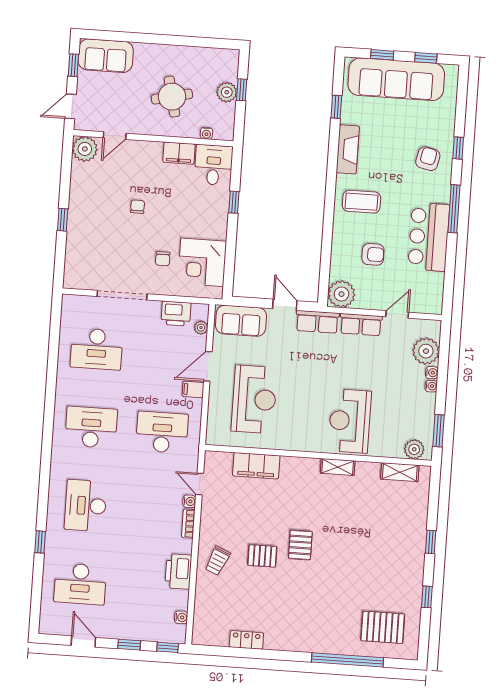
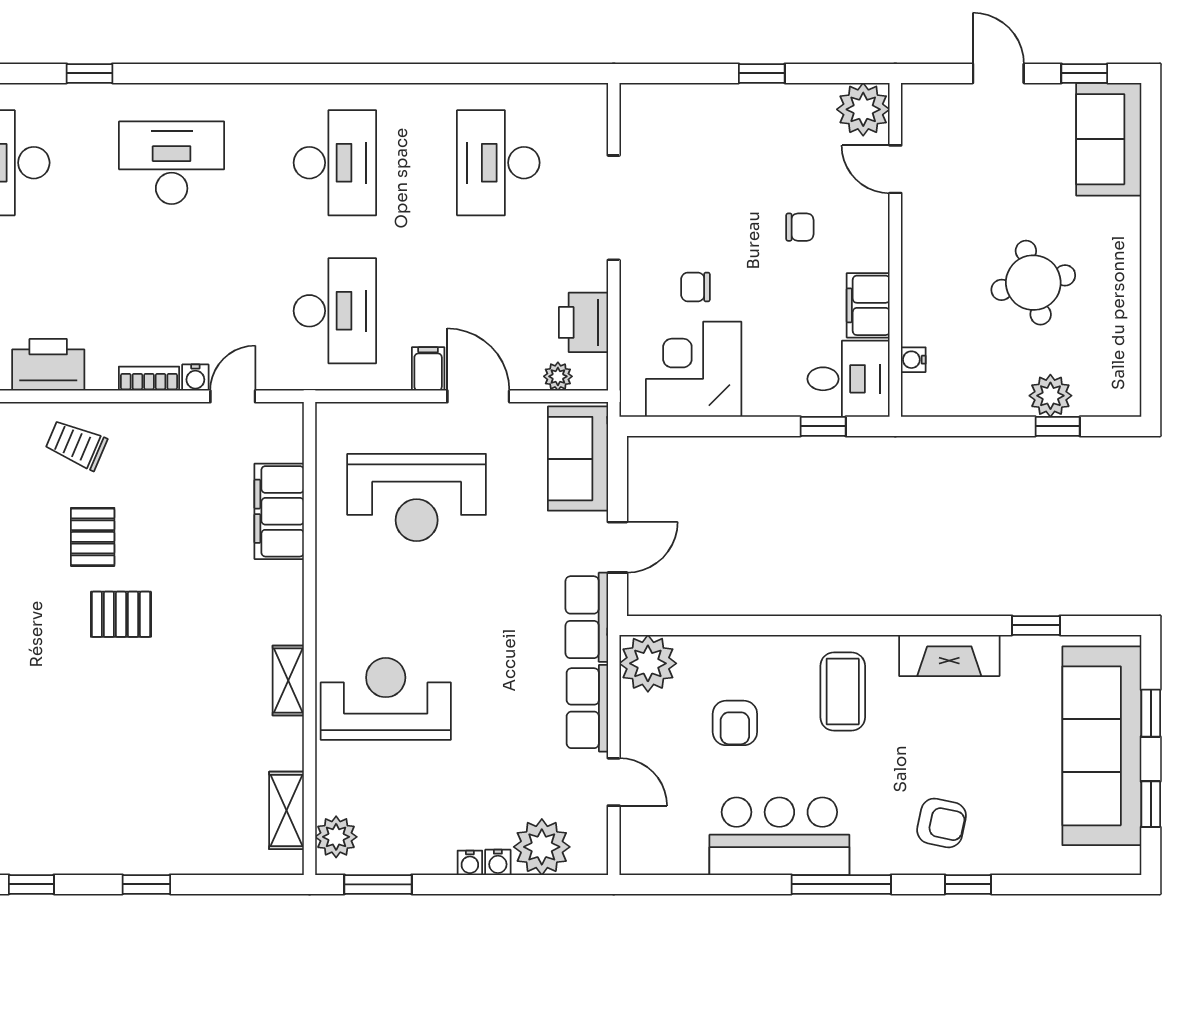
water cooler: (206, 133) -> (913, 360), moved
door: (115, 136) -> (895, 169), moved
wall: (153, 138) -> (895, 250), moved
plant: (85, 149) -> (863, 109), moved
filing cabinet: (179, 153) -> (868, 305), moved
desk: (213, 165) -> (849, 379), moved

